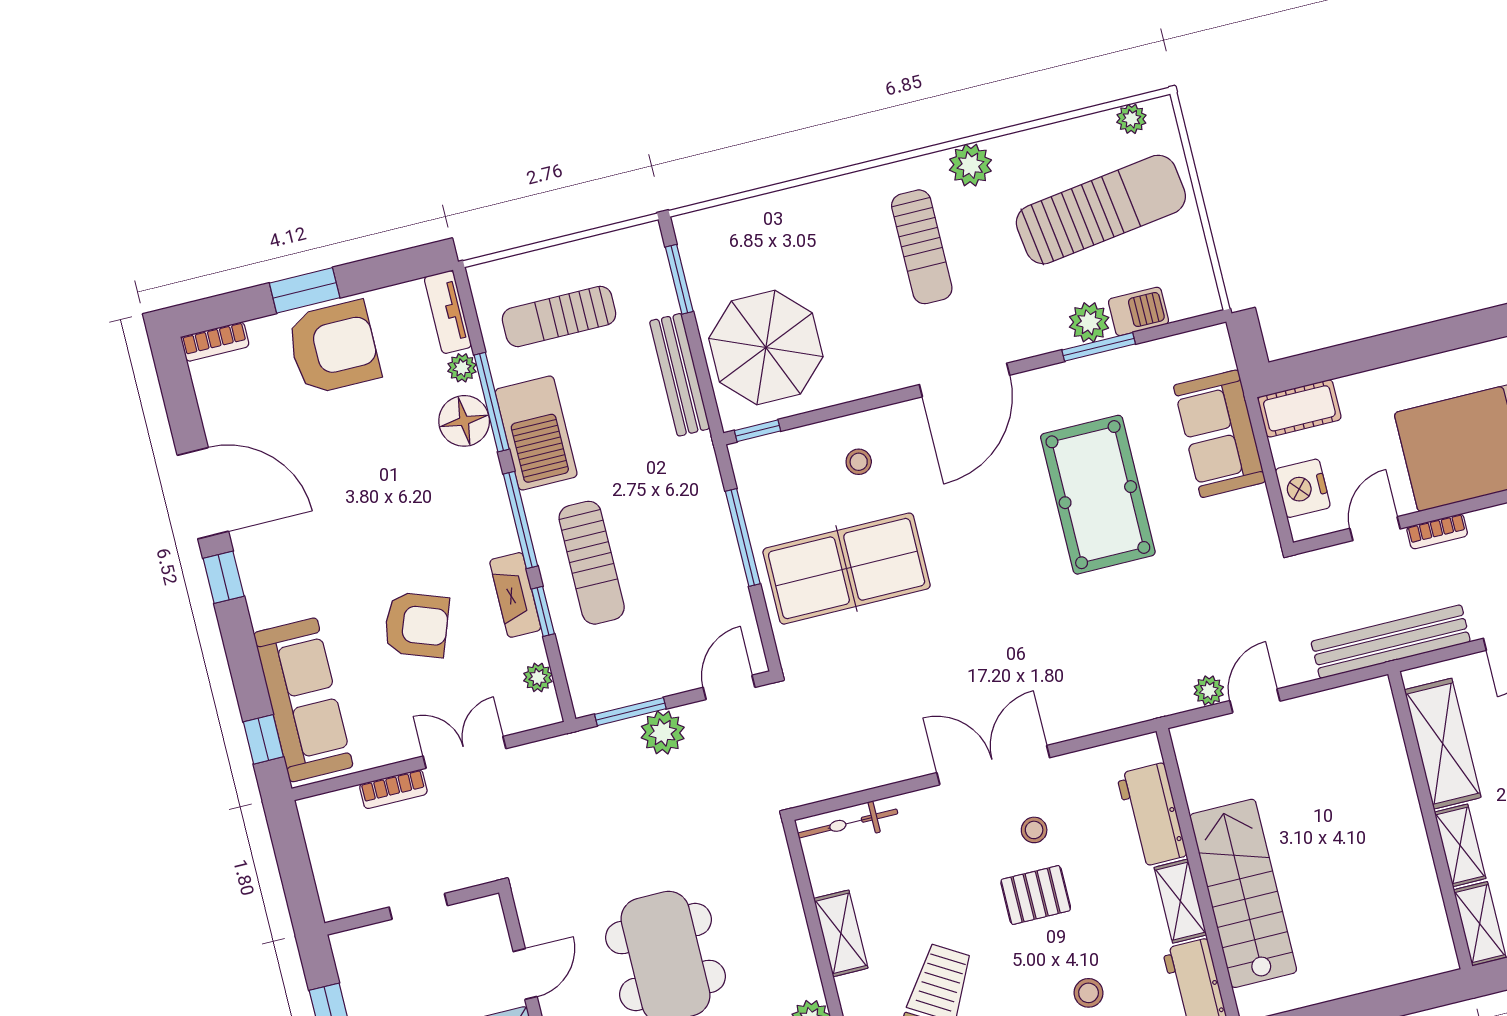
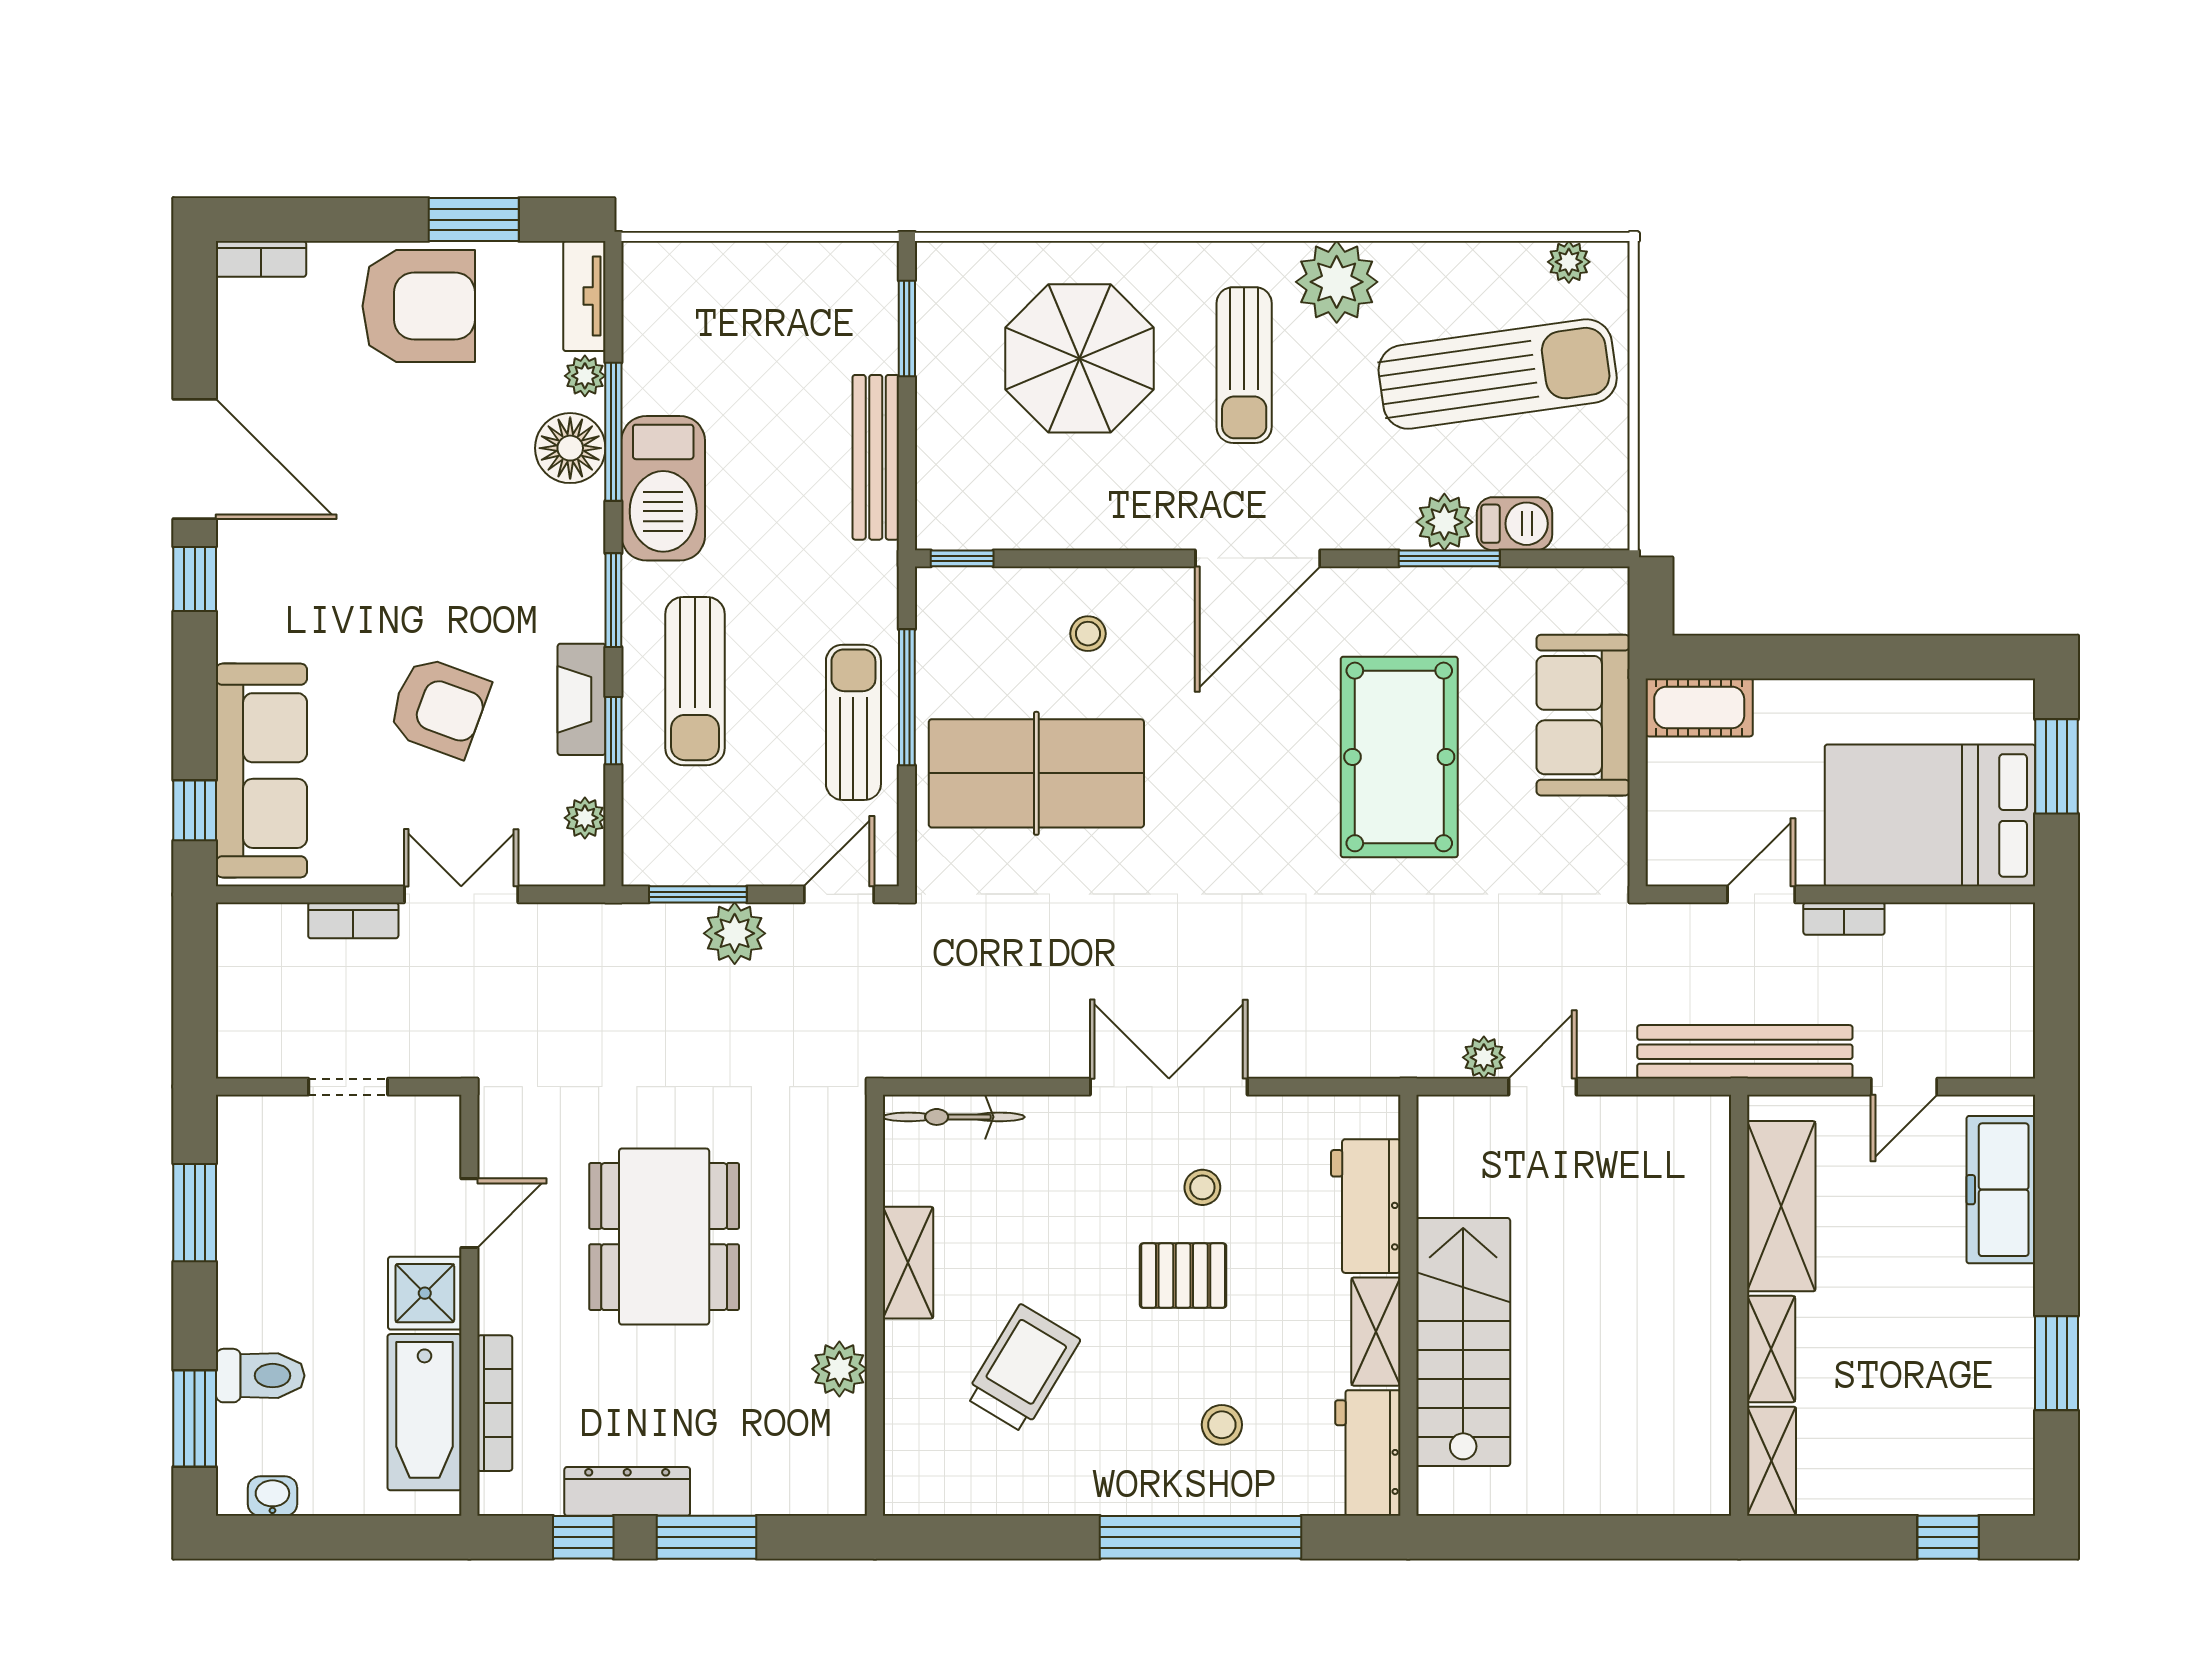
plant: (970, 165) -> (1337, 282), width x1.36, depth x1.36
window: (305, 290) -> (474, 220), moved
sun lounger: (559, 316) -> (853, 722), moved, turned 90
parasol: (766, 347) -> (1079, 358), moved
nightstand: (1303, 488) -> (1677, 816), removed
window: (521, 520) -> (613, 600), width x0.69

